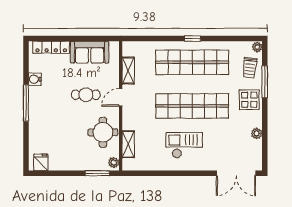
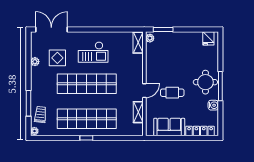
display table: (249, 100) -> (57, 58), moved
round table: (103, 132) -> (205, 82), moved
shelving: (128, 144) -> (138, 43), moved

